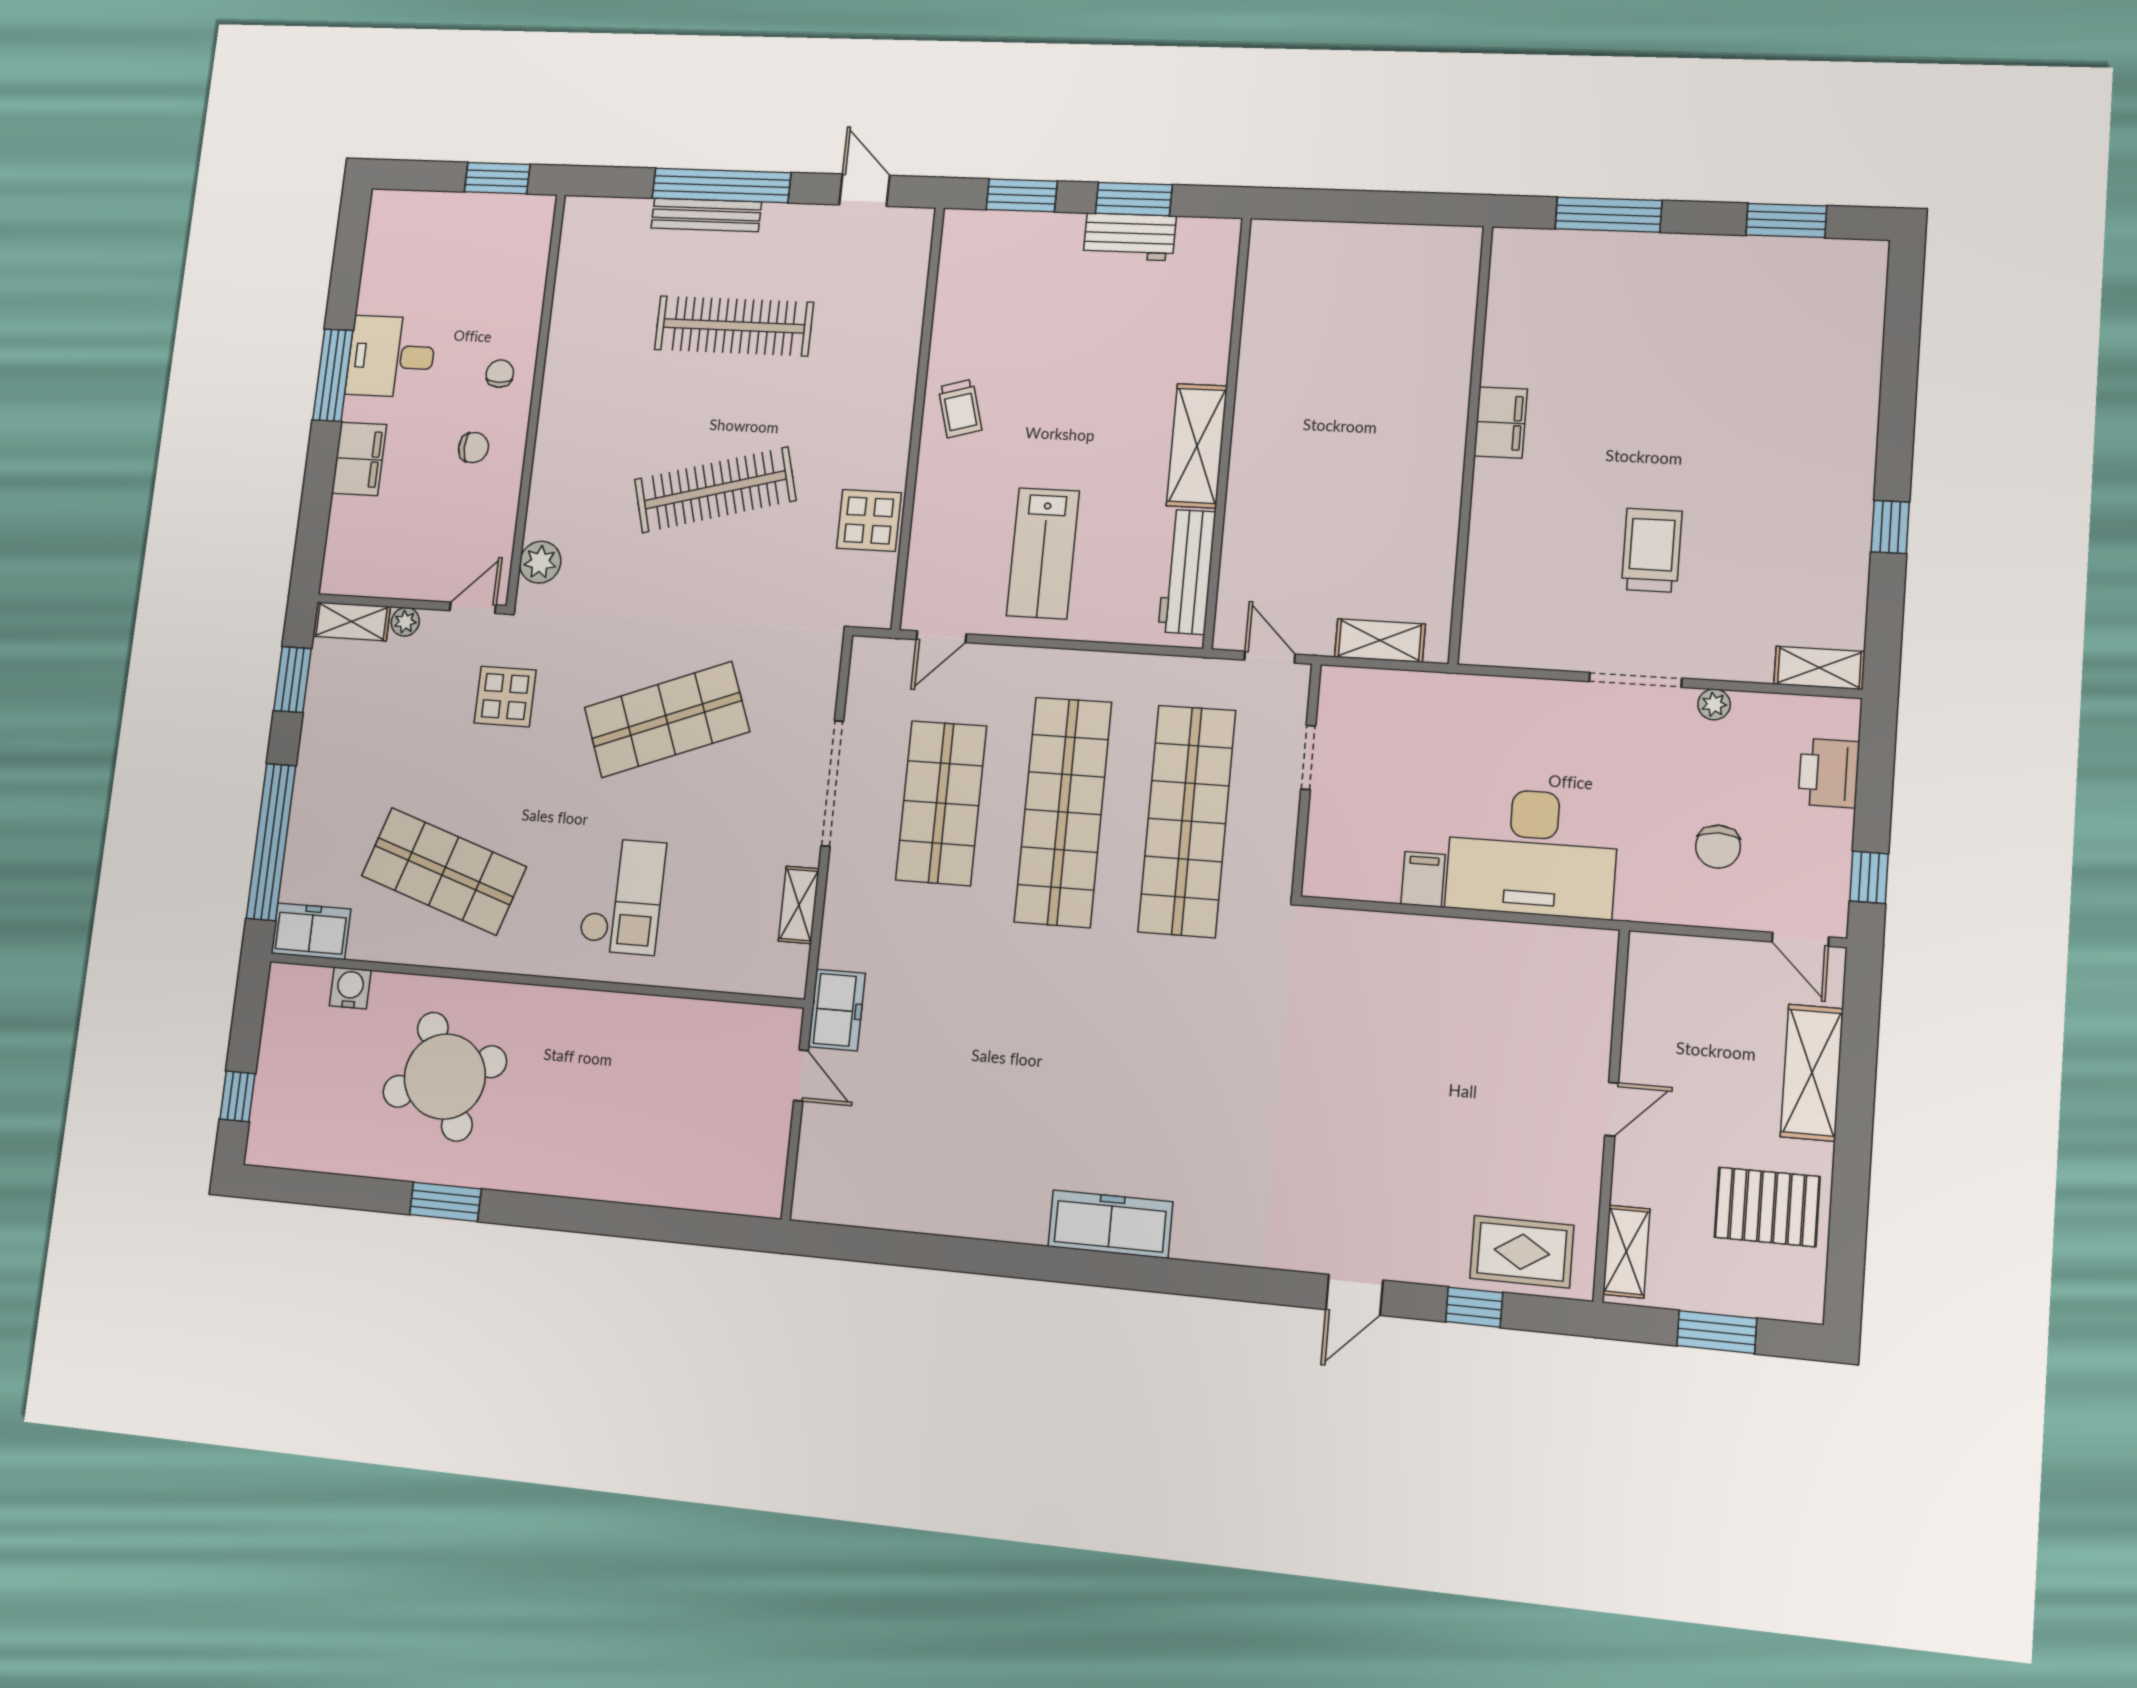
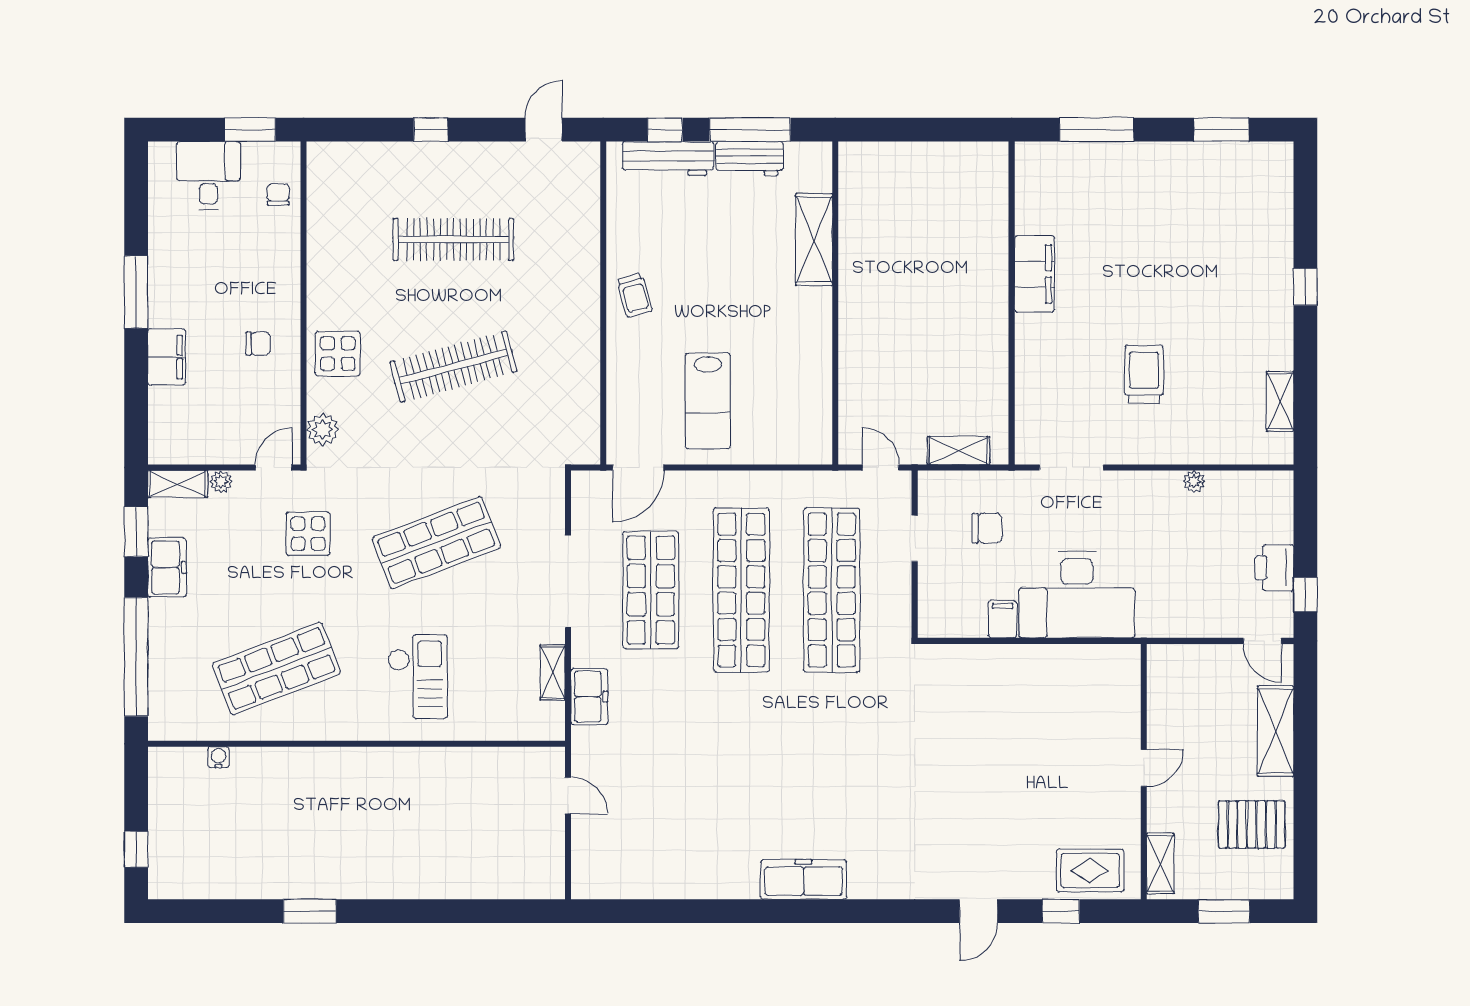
window: (721, 185) -> (431, 130), width x0.32
door: (864, 190) -> (544, 130), hinge flipped
window: (1022, 195) -> (665, 130), width x0.67
window: (1134, 199) -> (750, 130), width x1.44
bench: (706, 215) -> (422, 153), removed
desk: (391, 357) -> (208, 176), moved, turned 90
chair: (500, 374) -> (278, 195), moved
filing cabinet: (1501, 423) -> (1034, 274), width x1.50, depth x1.17
shelving: (1197, 446) -> (814, 240), moved
display table: (869, 520) -> (338, 354), moved
window: (1890, 527) -> (1305, 287), moved
workbench: (1187, 572) -> (668, 159), moved, turned -90
door: (941, 637) -> (638, 468), width x1.38
shelving: (1819, 668) -> (1280, 401), moved, turned 90
doorway: (1635, 680) -> (1071, 468), moved
printer: (1829, 773) -> (1274, 568), moved
chair: (1718, 847) -> (987, 528), moved, turned -90
shop shelf: (444, 871) -> (277, 669), turned -39
freezer: (311, 931) -> (167, 567), moved, turned 90
water cooler: (350, 988) -> (218, 757), width x0.72, depth x0.72
freezer: (837, 1010) -> (589, 697), moved
round table: (445, 1077) -> (297, 820), removed

